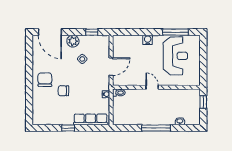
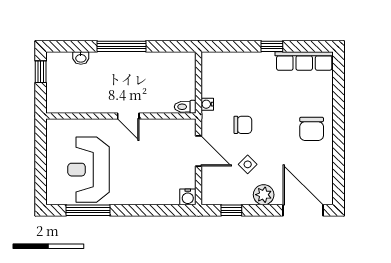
water cooler: (148, 40) -> (188, 197), moved
door: (111, 67) -> (198, 151), swing flipped
chair: (63, 91) -> (243, 125), moved
window: (203, 102) -> (41, 72), moved
row of seats: (91, 119) -> (304, 61), moved

